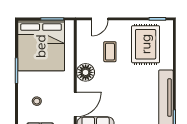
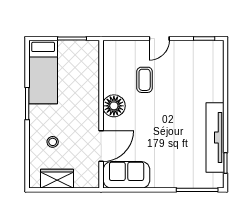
door: (100, 19) -> (159, 39), moved
rug: (146, 44) -> (189, 70), removed
bed: (41, 46) -> (43, 72), width x0.49

